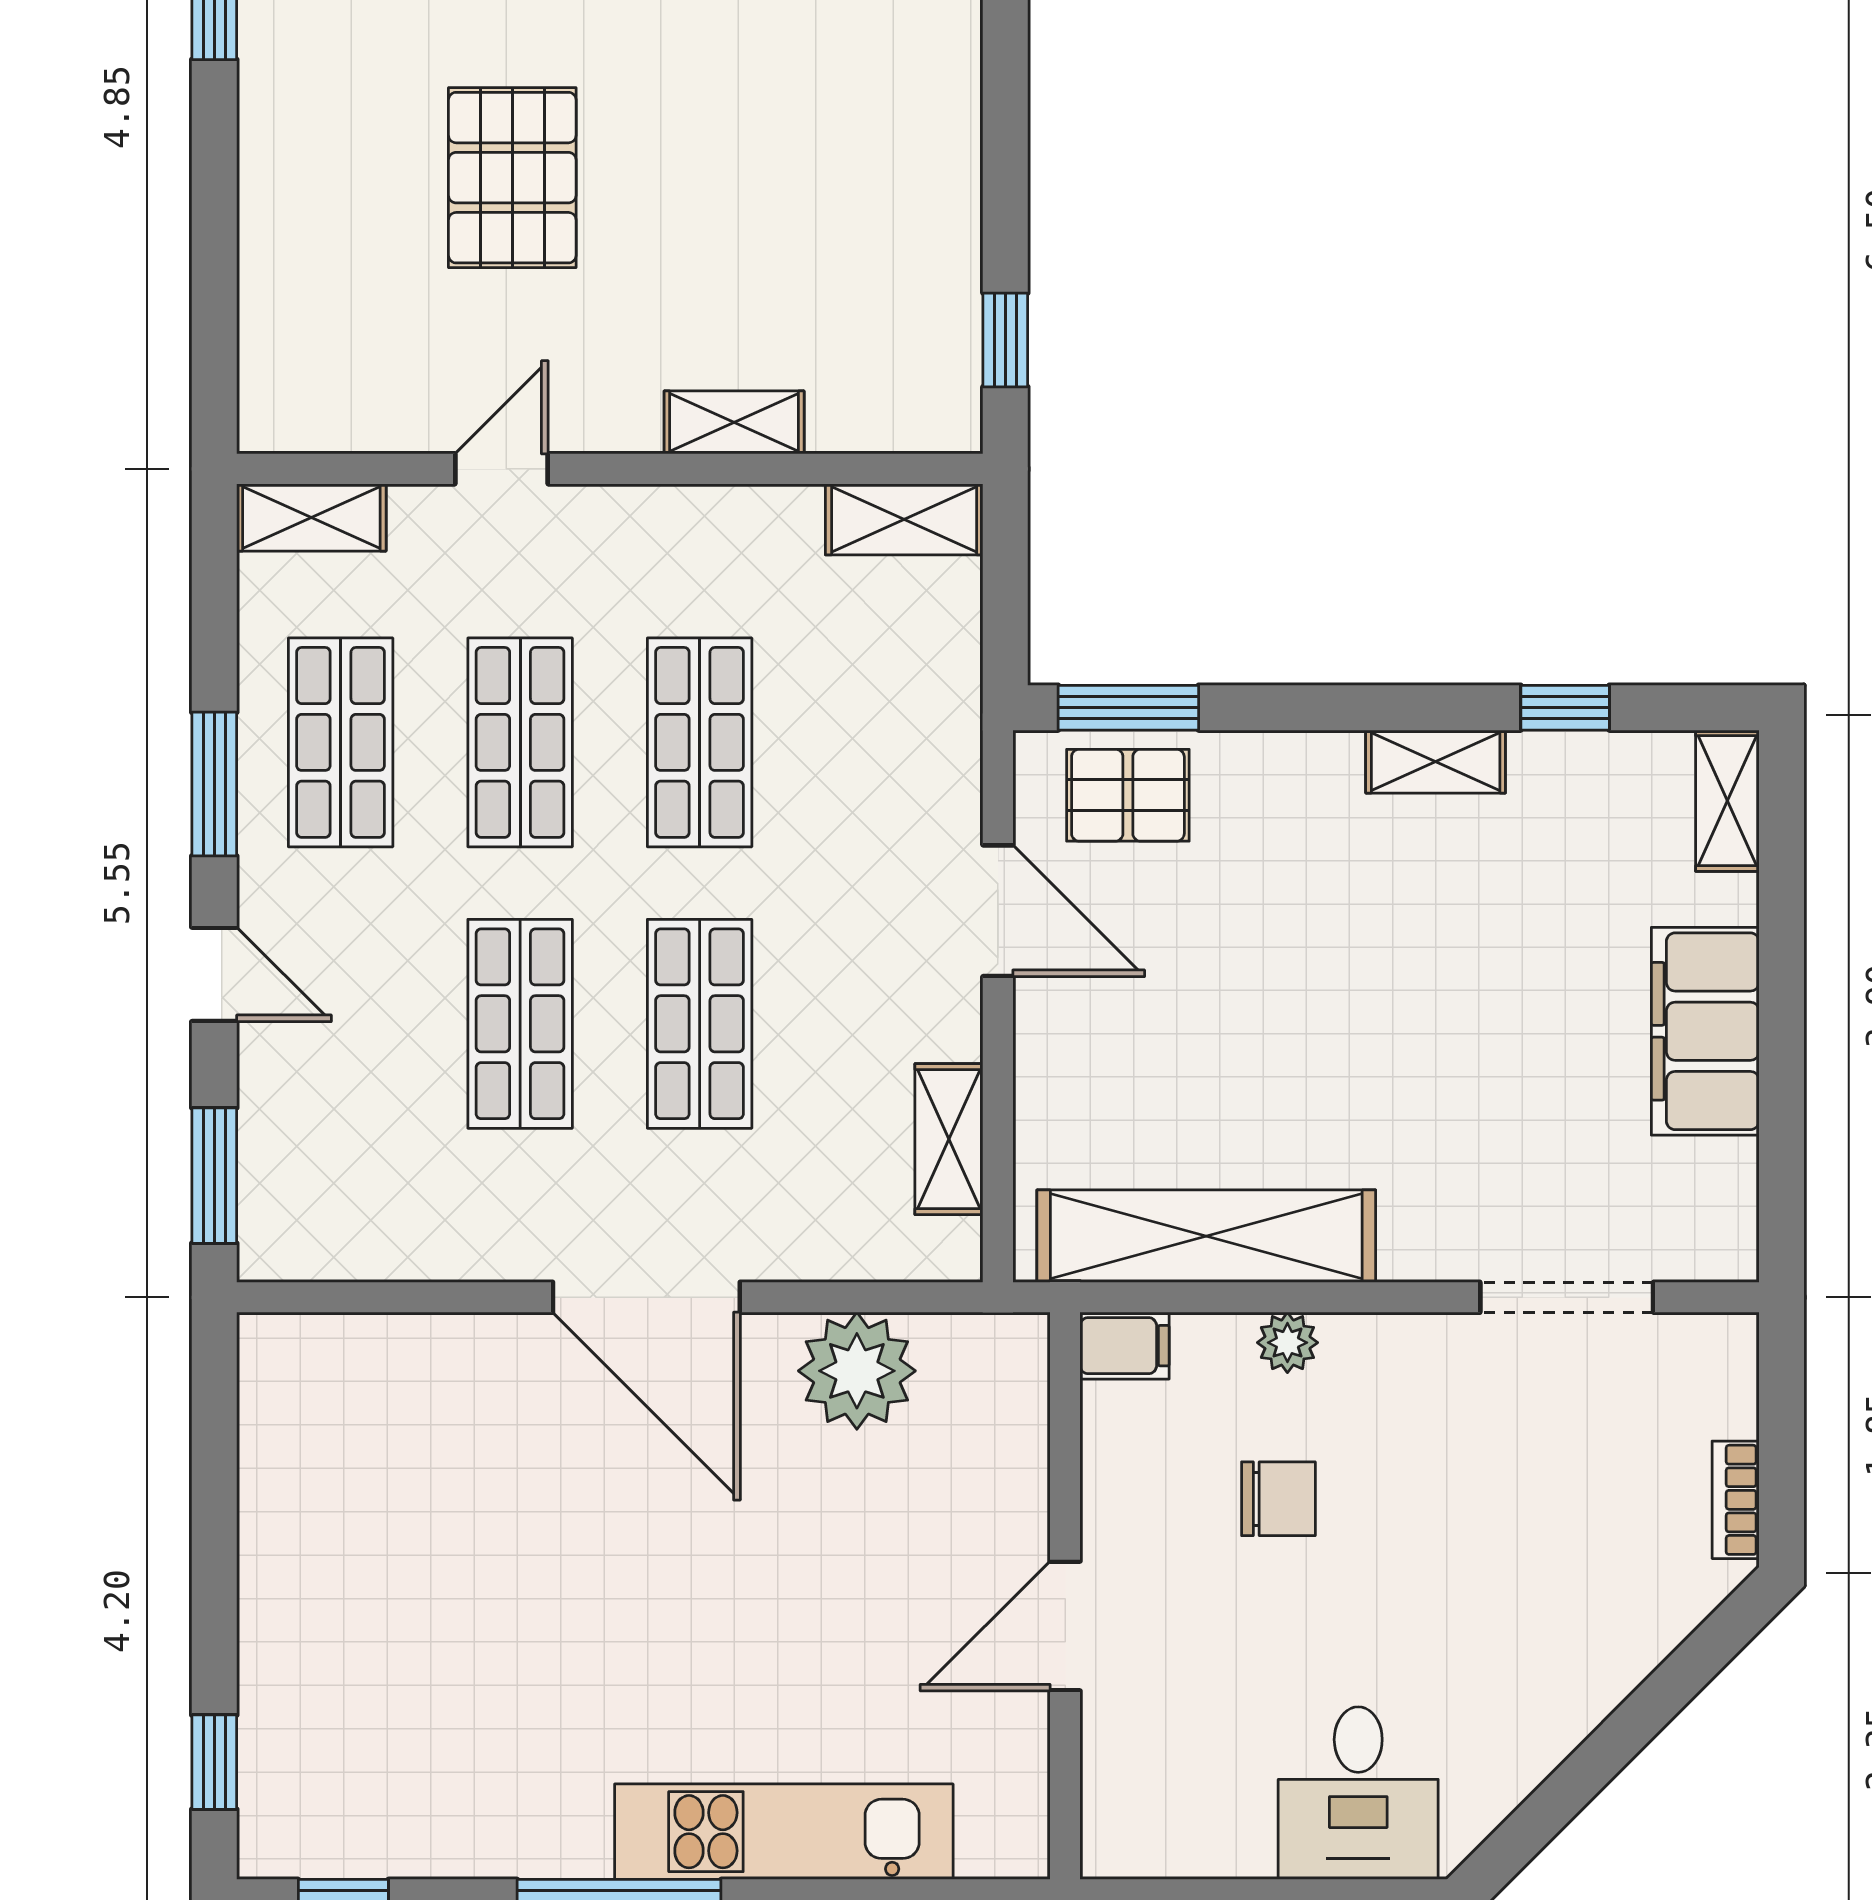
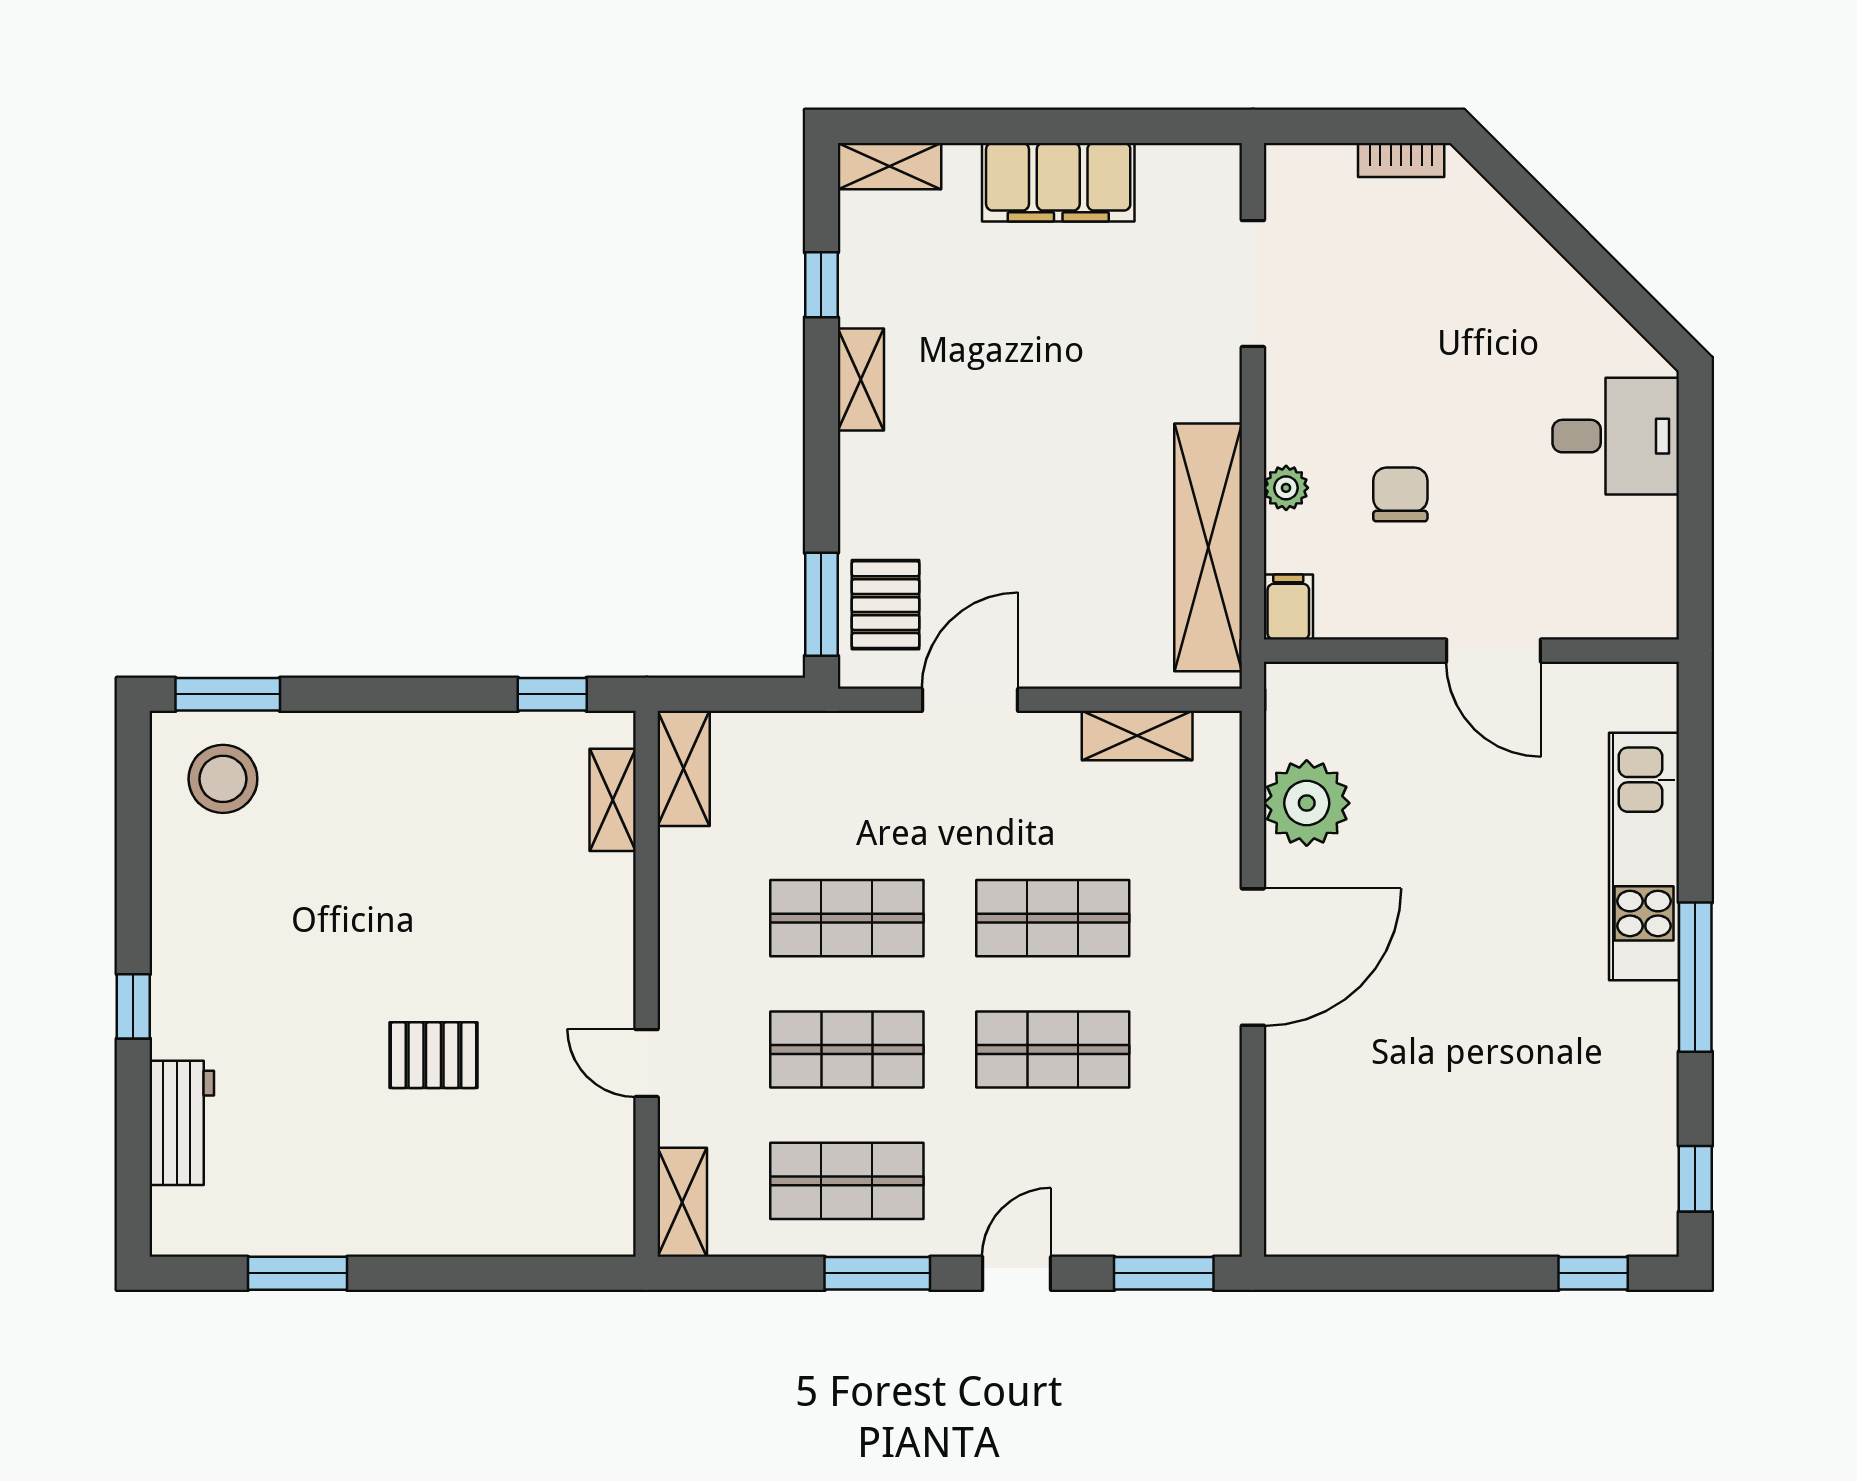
pallet: (512, 178) -> (434, 1055), width x0.67, depth x0.71
shelving: (734, 422) -> (613, 800), moved

